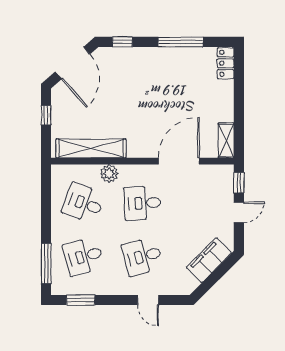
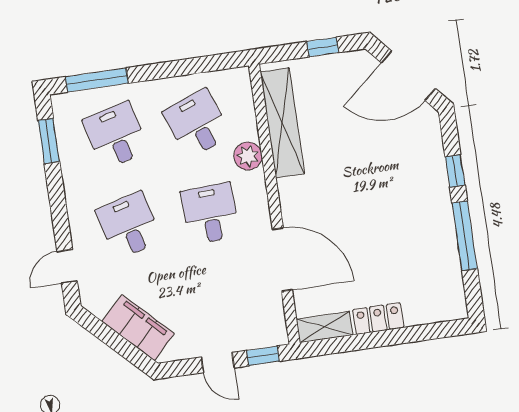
window: (122, 42) -> (455, 171), moved
locker: (226, 63) -> (378, 319), moved
desk: (83, 203) -> (197, 124), turned -42
door: (148, 300) -> (67, 266), moved

